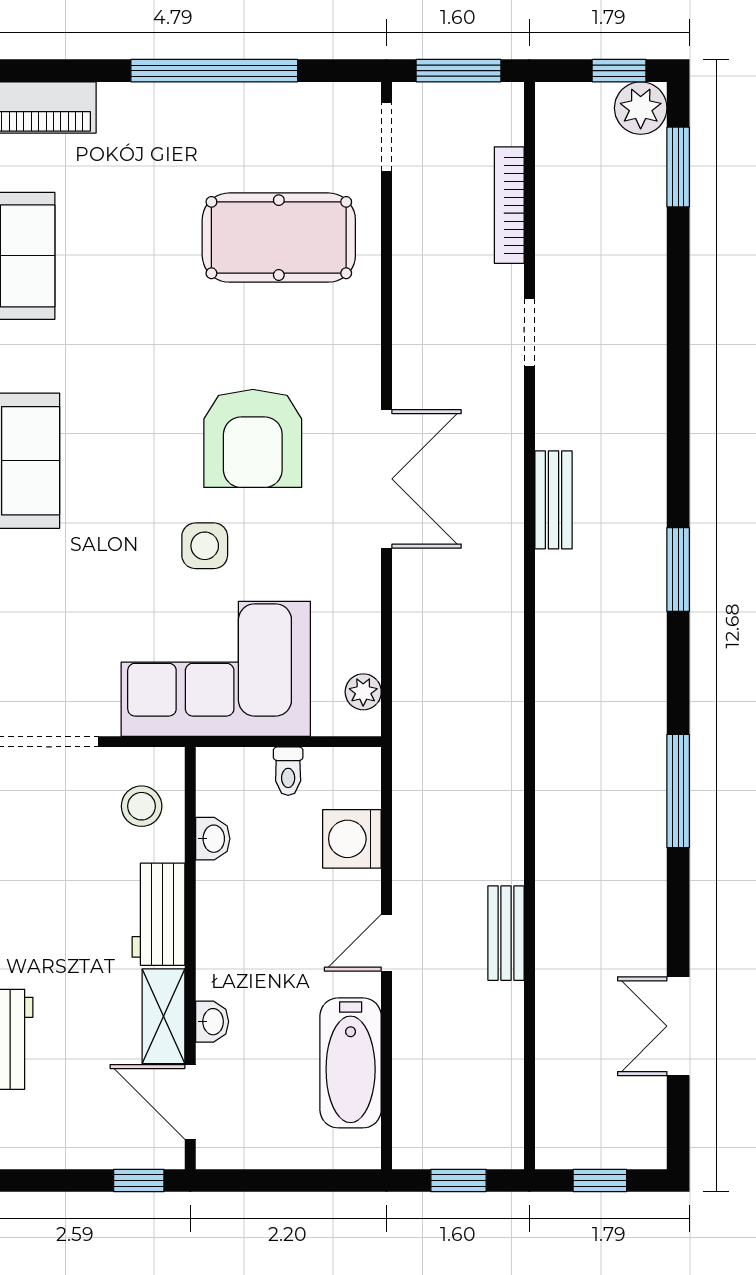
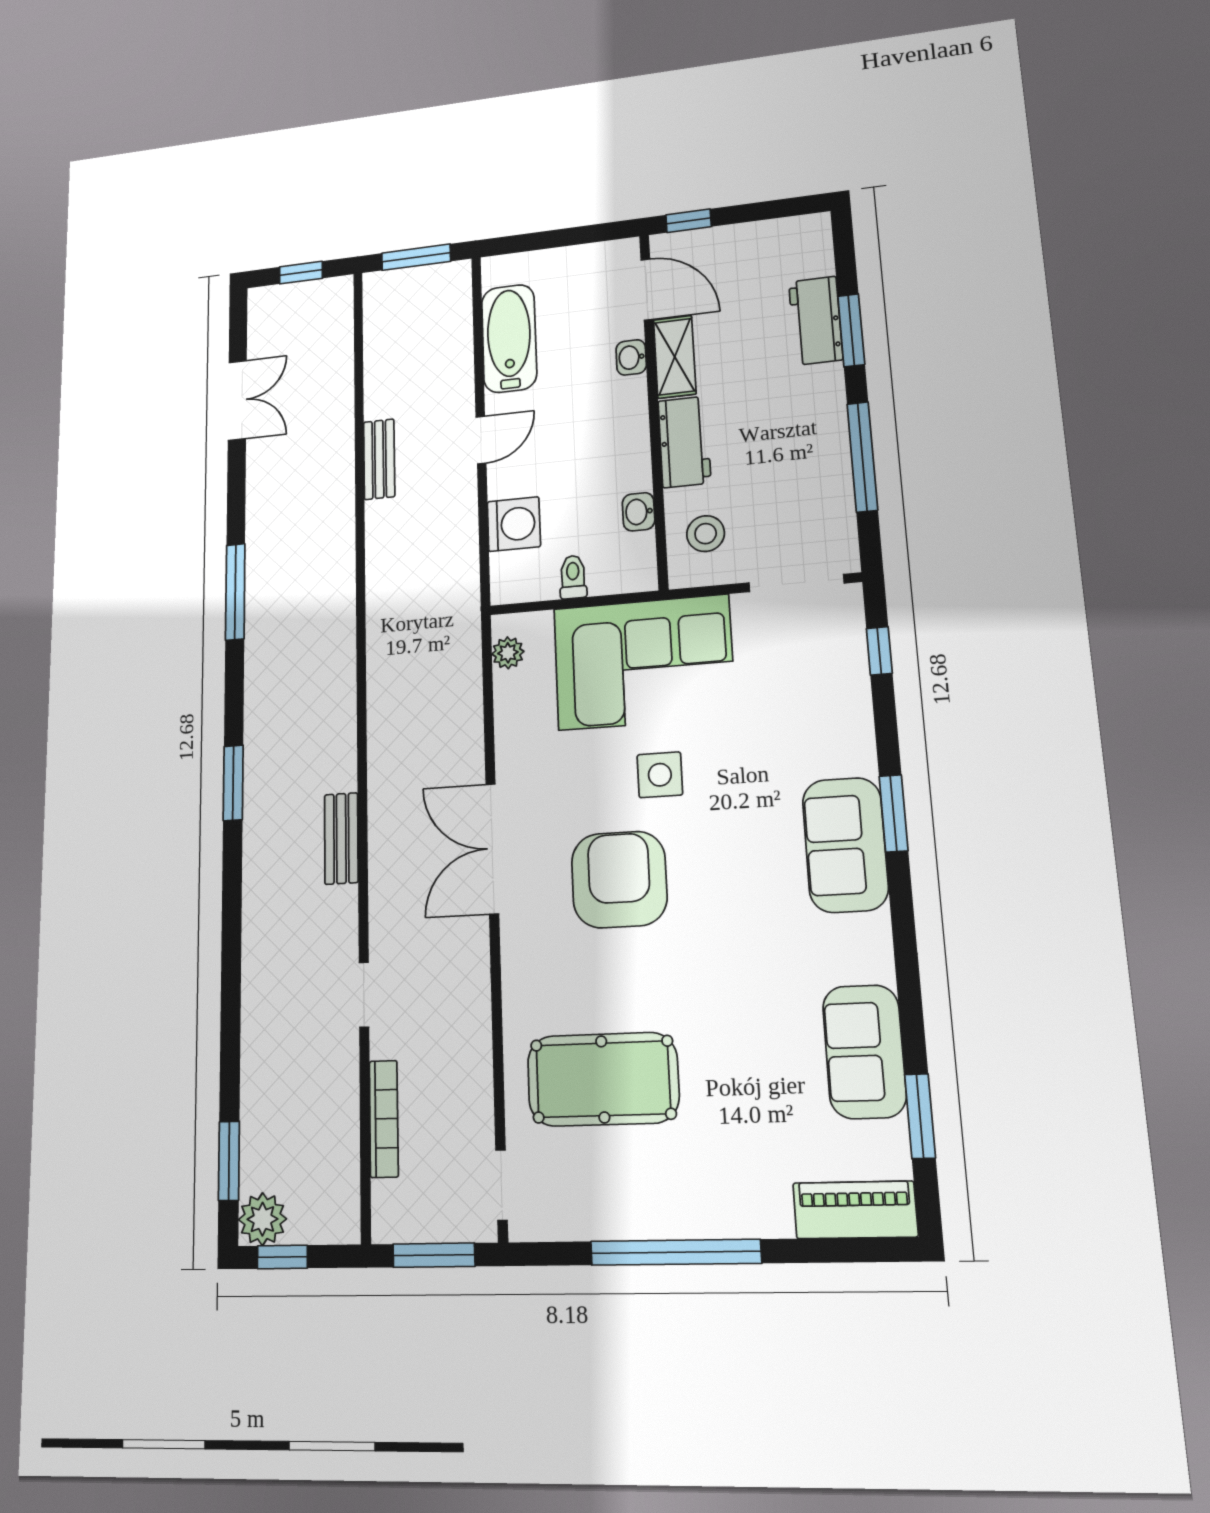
window: (458, 1180) -> (416, 257), width x1.50

